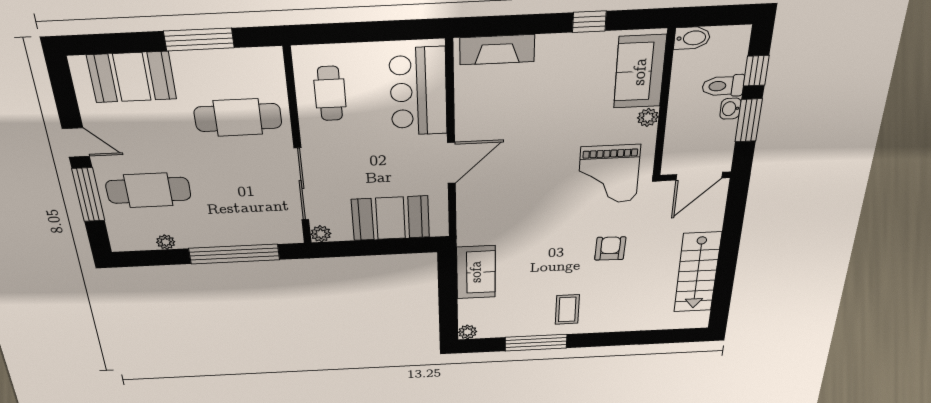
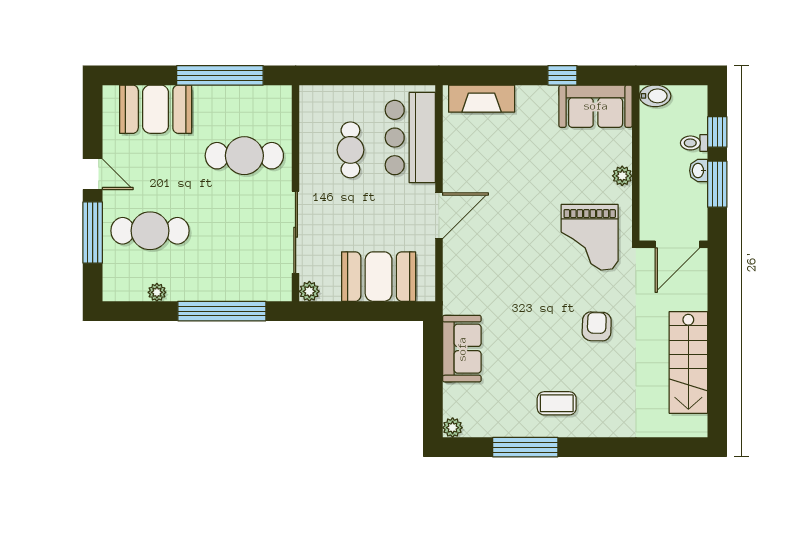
window: (199, 39) -> (220, 75), width x1.46
sofa: (640, 72) -> (596, 106), moved, turned -90
toilet: (723, 86) -> (694, 143), width x0.73, depth x0.72
cafe table: (330, 94) -> (350, 150), moved
coffee table: (567, 309) -> (557, 403), turned 90

